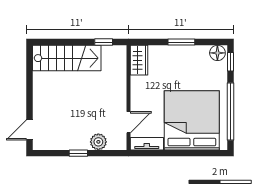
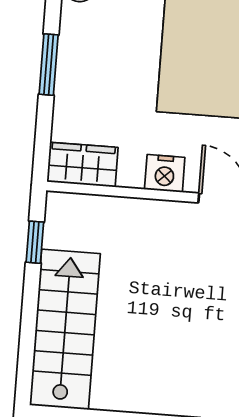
nightstand: (138, 96) -> (165, 173), added

